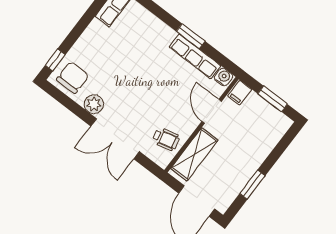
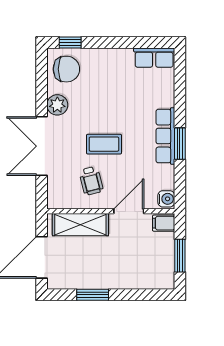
row of seats: (195, 56) -> (165, 136), moved
coffee table: (149, 92) -> (104, 144), added
wheelchair: (166, 139) -> (91, 181), moved

